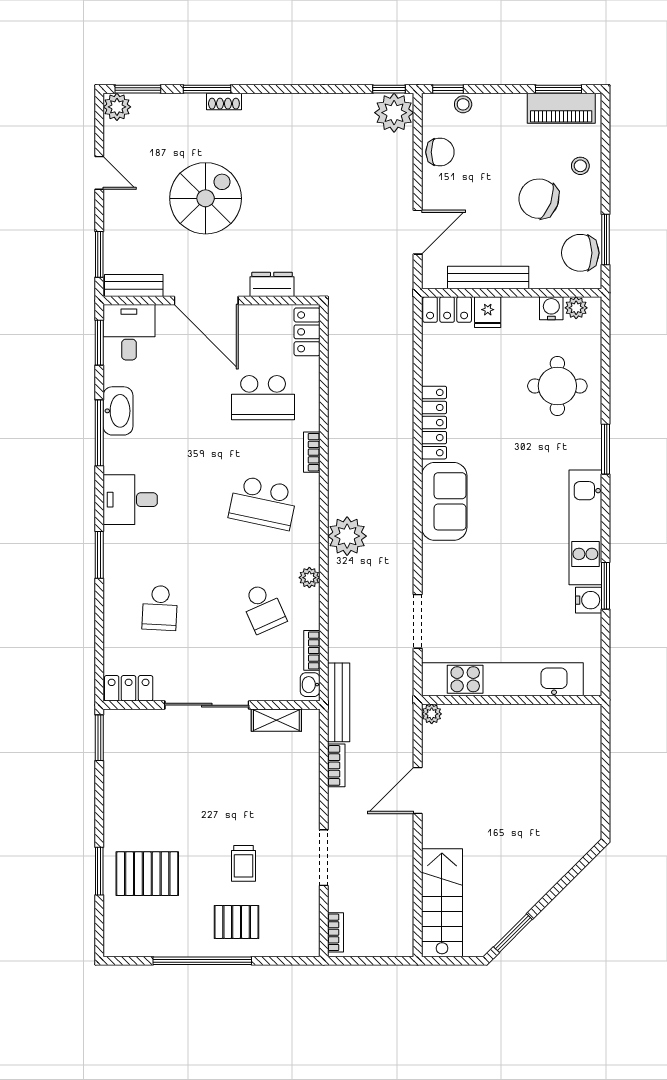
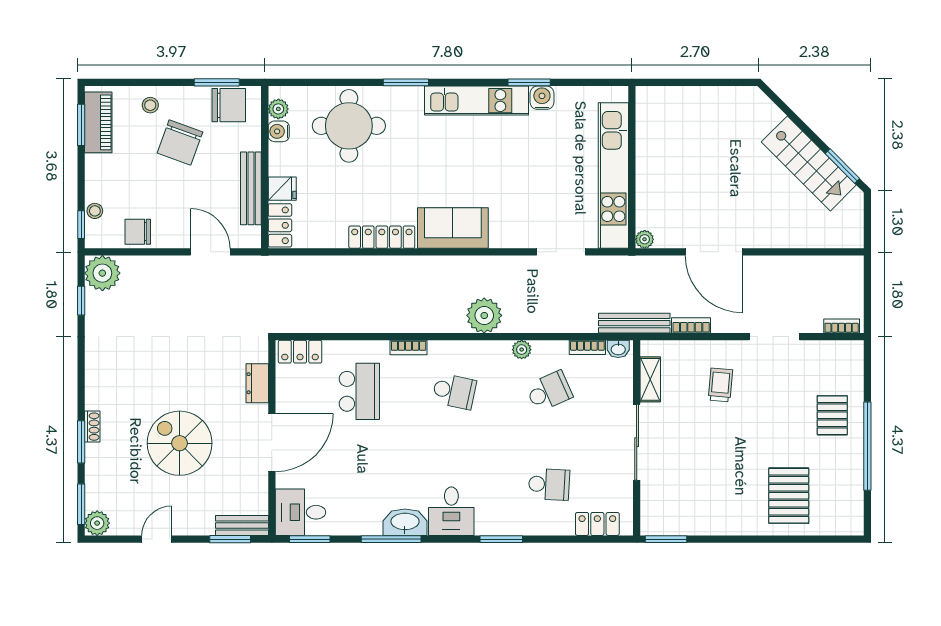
window: (389, 89) -> (81, 301), moved
chair: (440, 152) -> (138, 232), turned -90
chair: (580, 253) -> (229, 105), turned -90
bench: (134, 285) -> (242, 526), moved, turned 90
round table: (557, 386) -> (349, 126), width x1.36, depth x1.36
washbasin: (118, 411) -> (405, 522), moved
school desk: (263, 503) -> (454, 391), width x0.54
locker: (129, 688) -> (597, 524), moved, turned 90
door: (418, 790) -> (714, 252), width x1.36
trolley: (243, 863) -> (720, 385), moved, turned -85
window: (99, 871) -> (786, 539), removed
stairs: (442, 903) -> (809, 163), moved, turned -135

